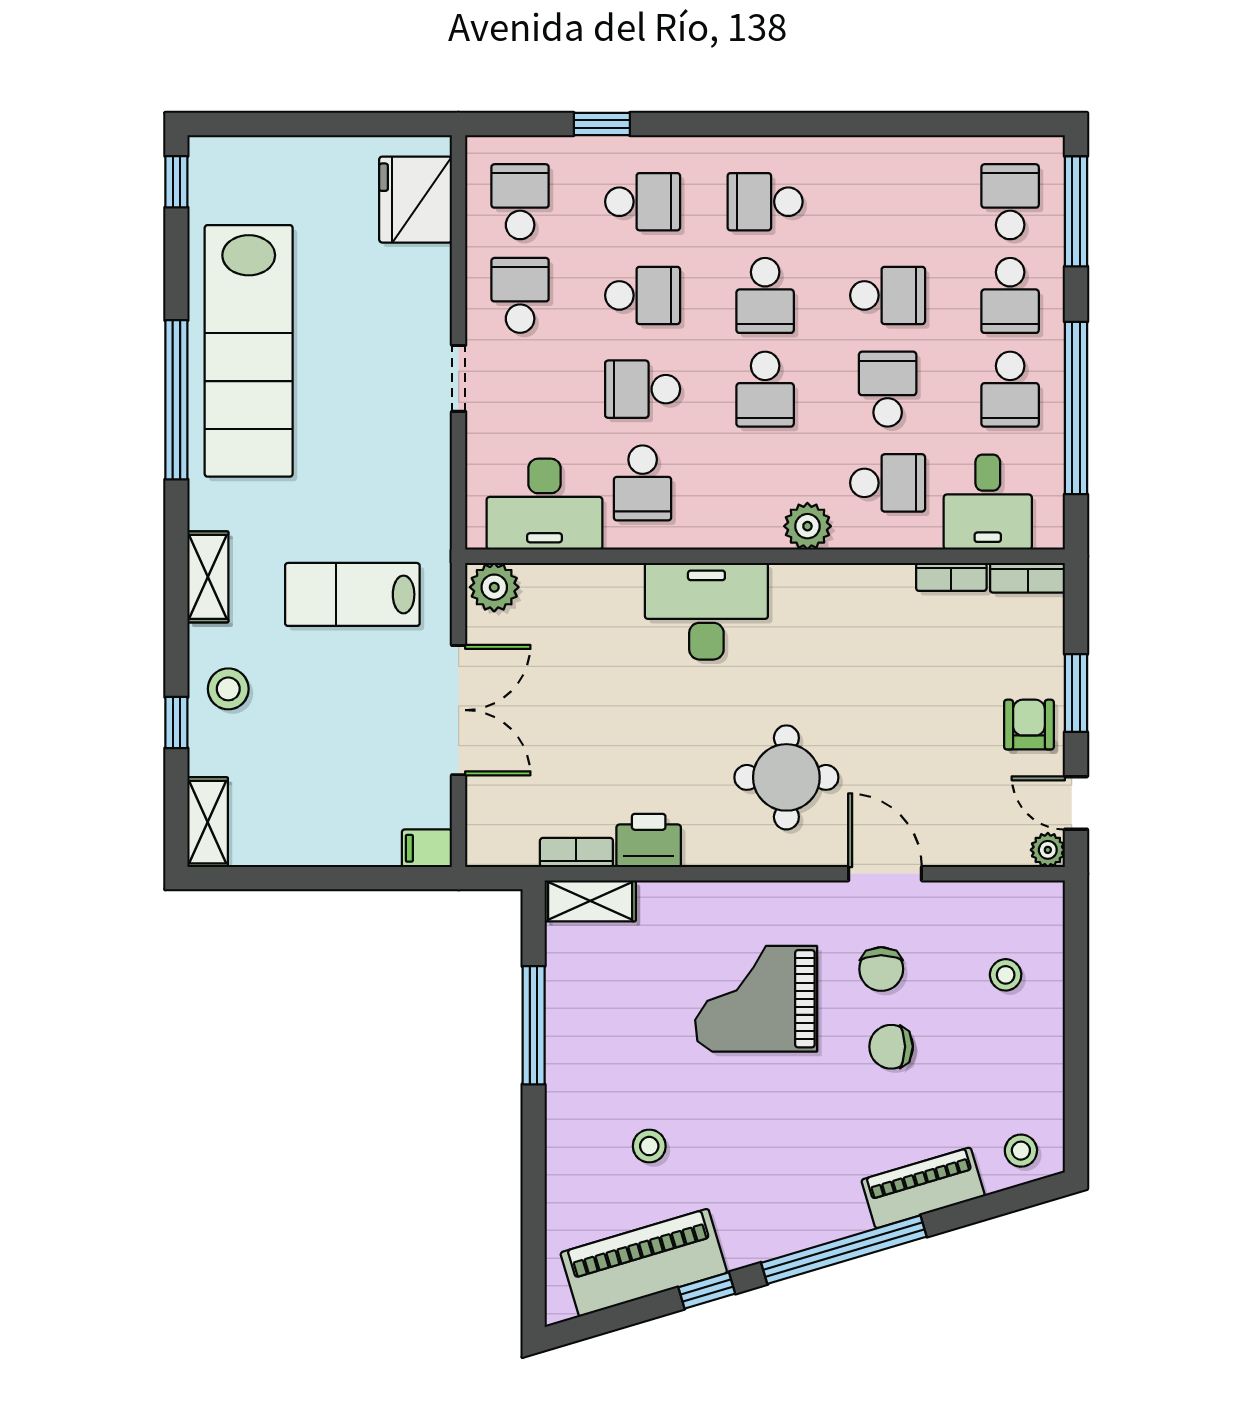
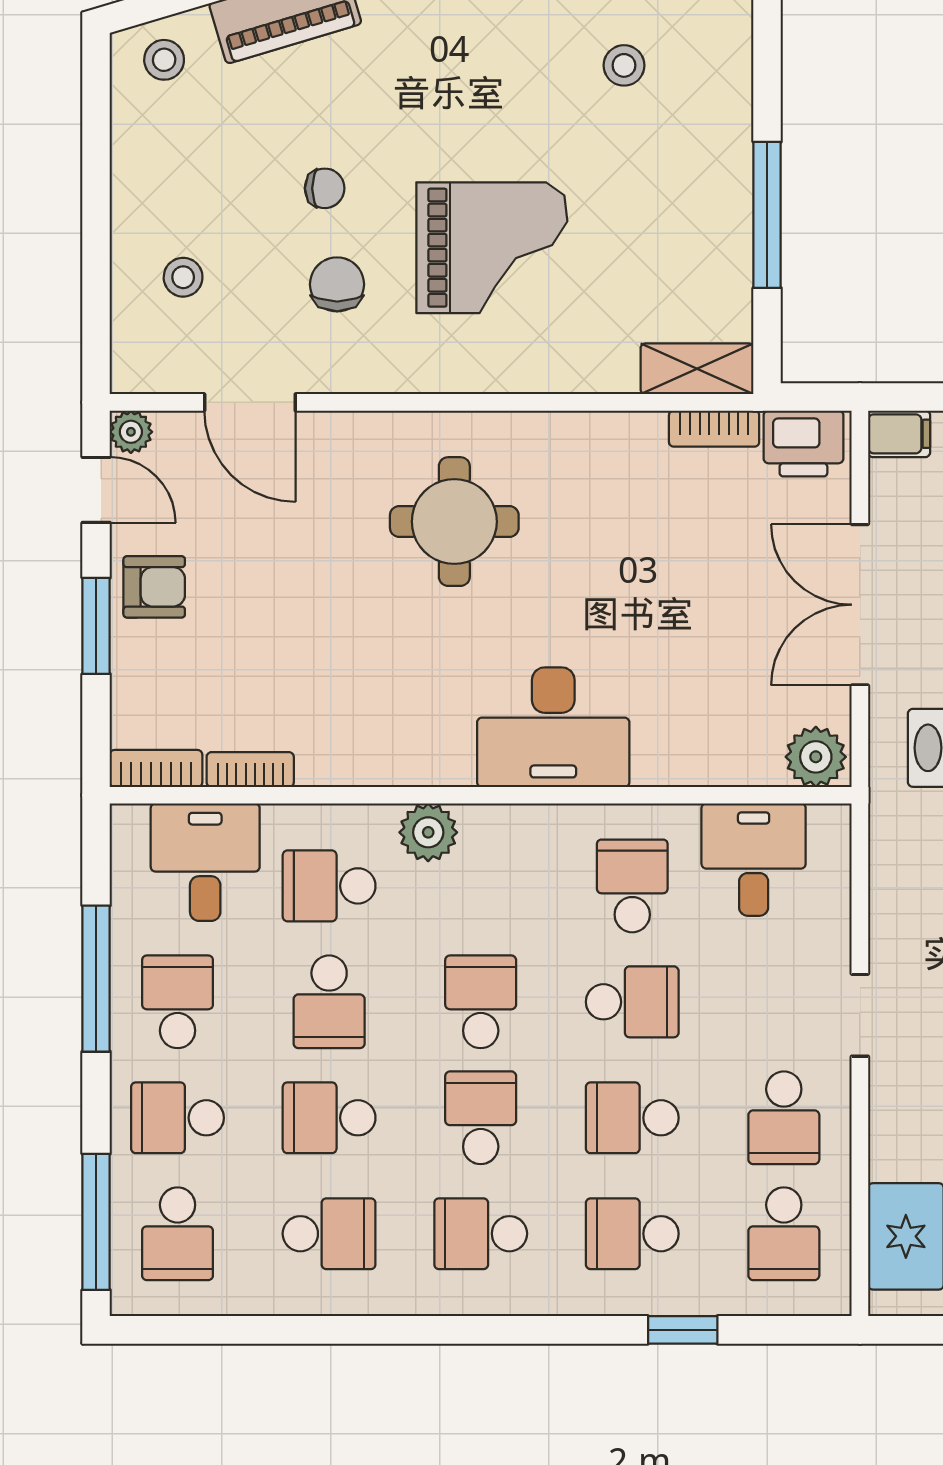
school desk: (765, 202) -> (481, 1234), turned 180
school desk: (888, 202) -> (329, 1234), added
school desk: (1010, 295) -> (178, 1118), turned -90
window: (1076, 408) -> (96, 979), width x0.68
desk: (544, 504) -> (754, 860), width x0.73
armchair: (1029, 725) -> (154, 587), turned -90
printer: (649, 840) -> (803, 444), moved
door: (885, 874) -> (250, 402), moved
chair: (891, 1047) -> (325, 188), width x0.73, depth x0.73

